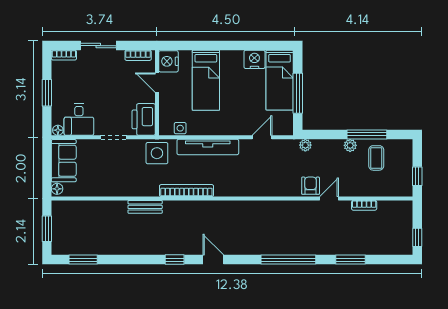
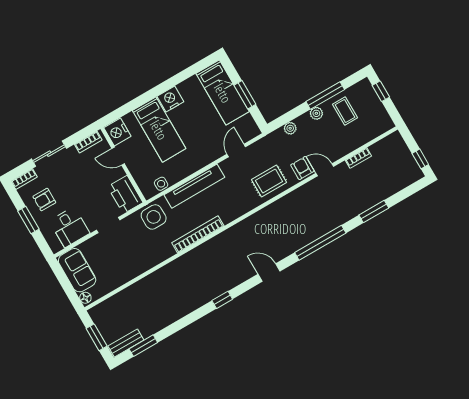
nightstand: (254, 59) -> (170, 99), moved
armchair: (71, 83) -> (44, 200), added
window: (298, 93) -> (245, 95), width x0.69
floor lamp: (58, 130) -> (57, 247), removed
plant: (305, 145) -> (290, 128), moved
window: (417, 176) -> (381, 91), moved
rug: (275, 180) -> (269, 181), added
door: (329, 199) -> (325, 170), hinge flipped
bench: (145, 207) -> (126, 343), moved
door: (213, 260) -> (269, 273), moved

